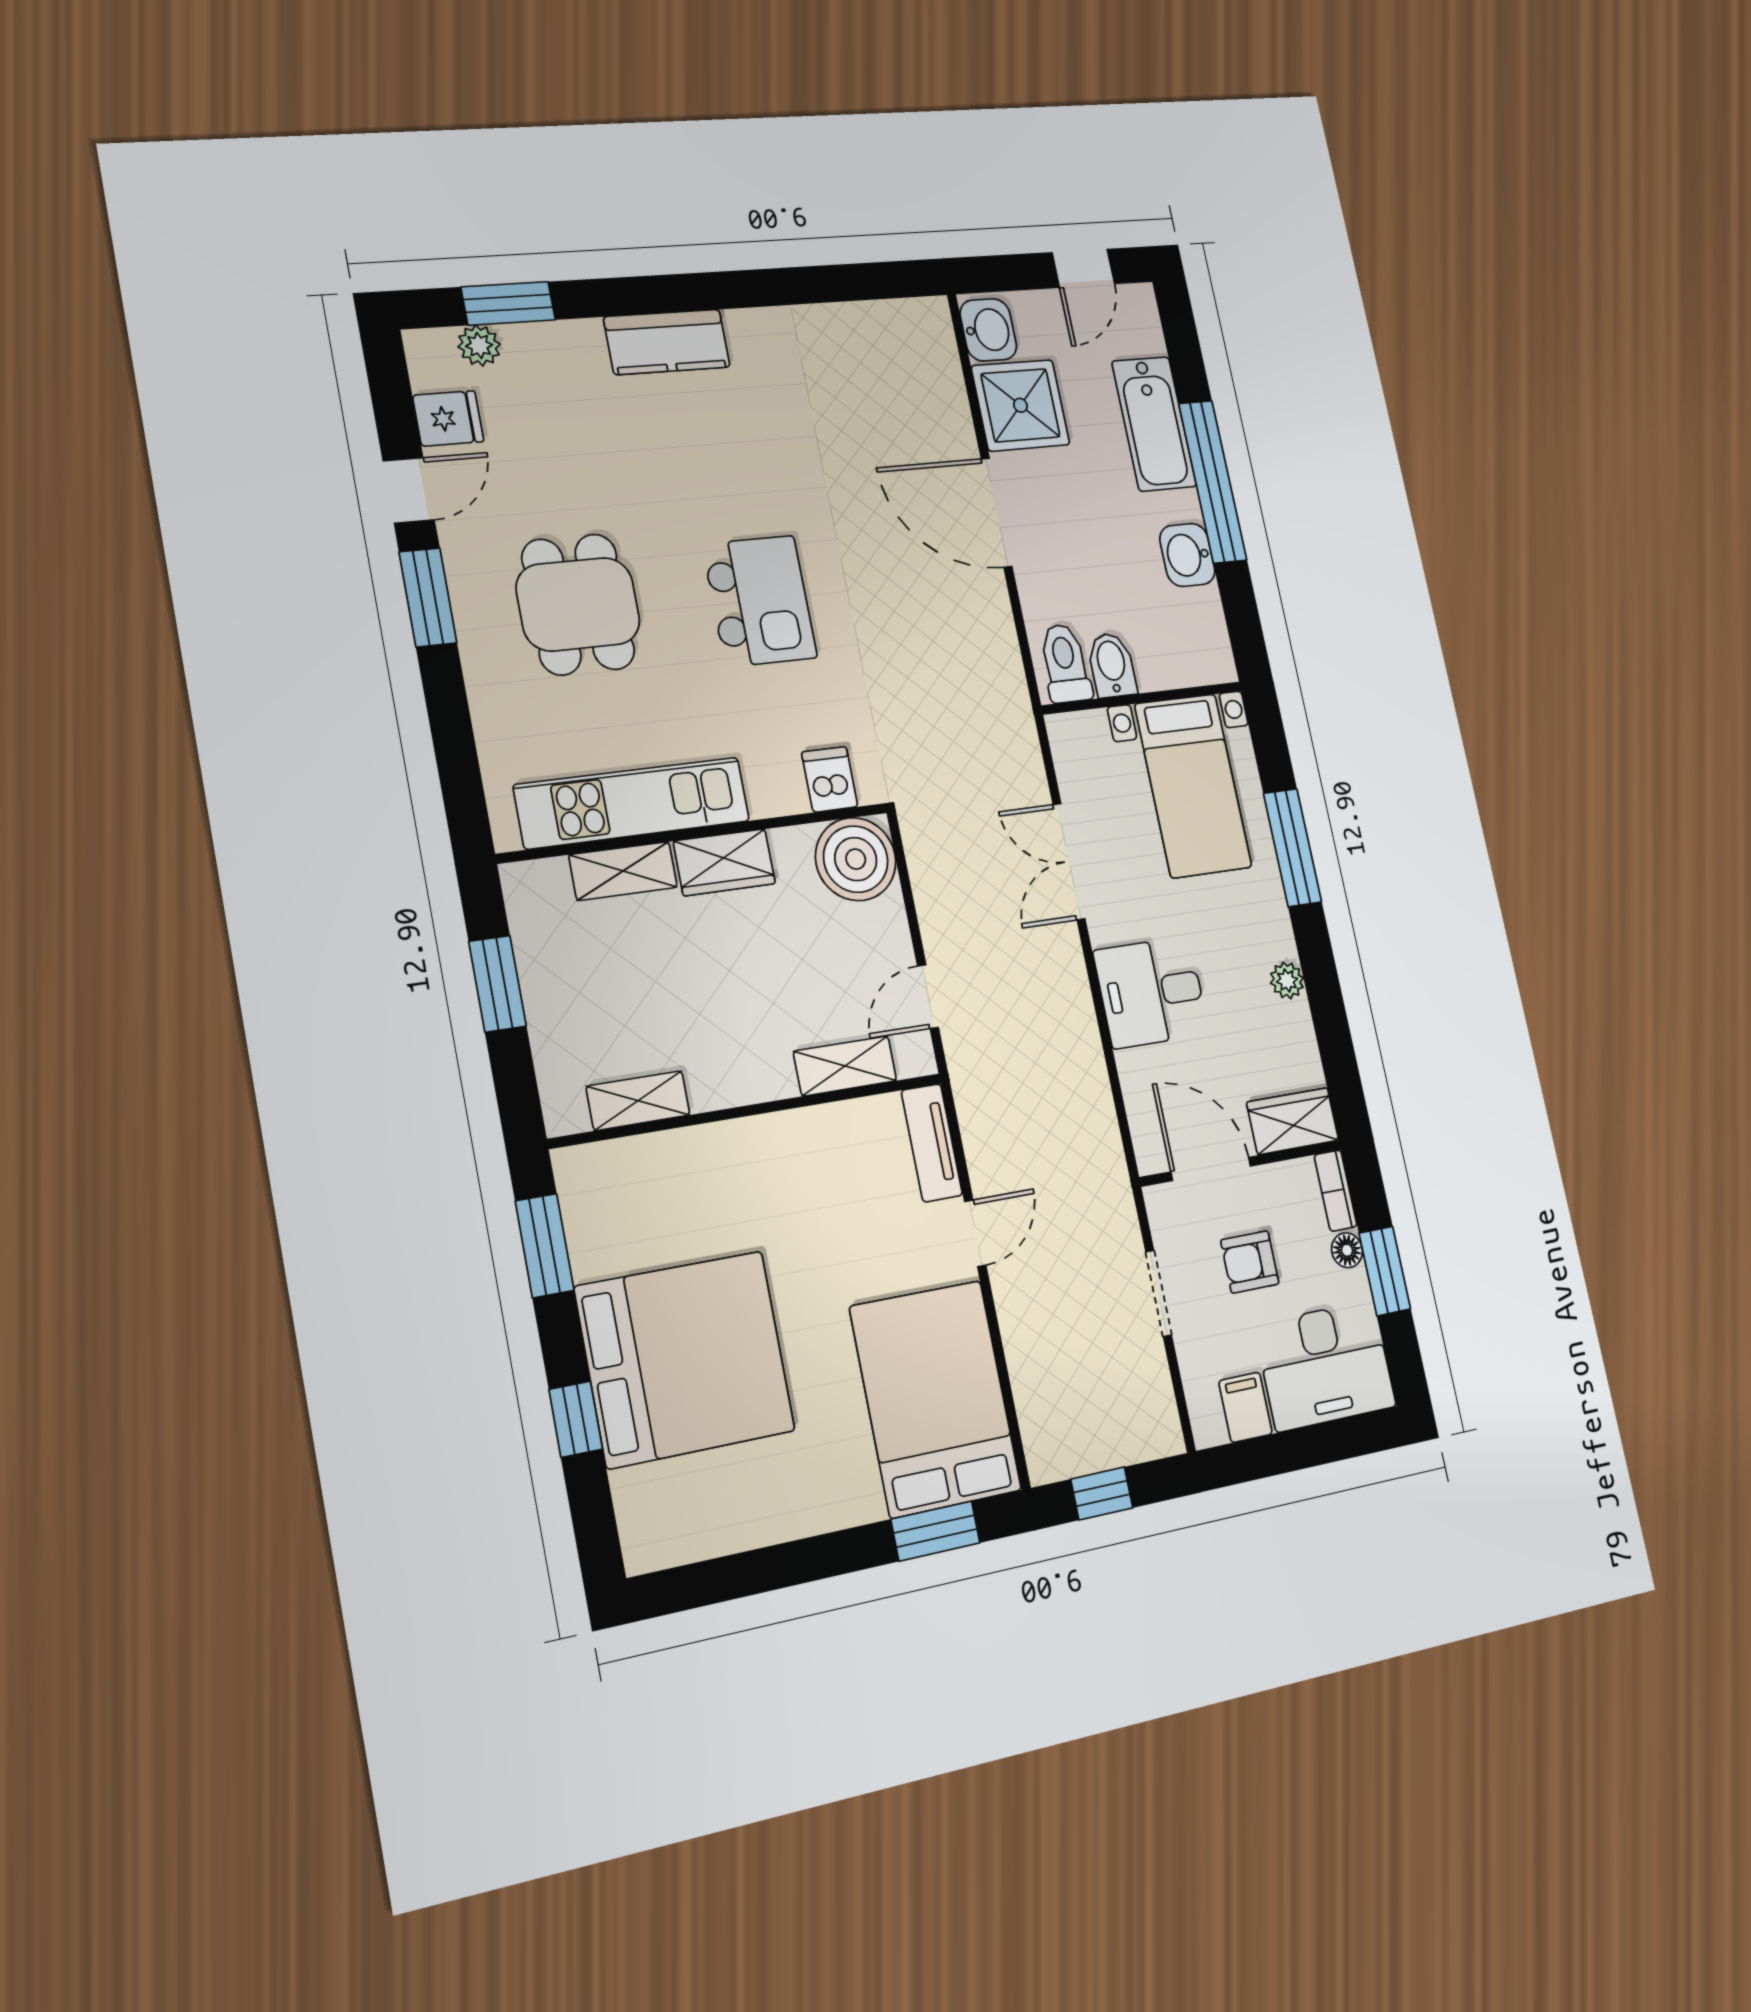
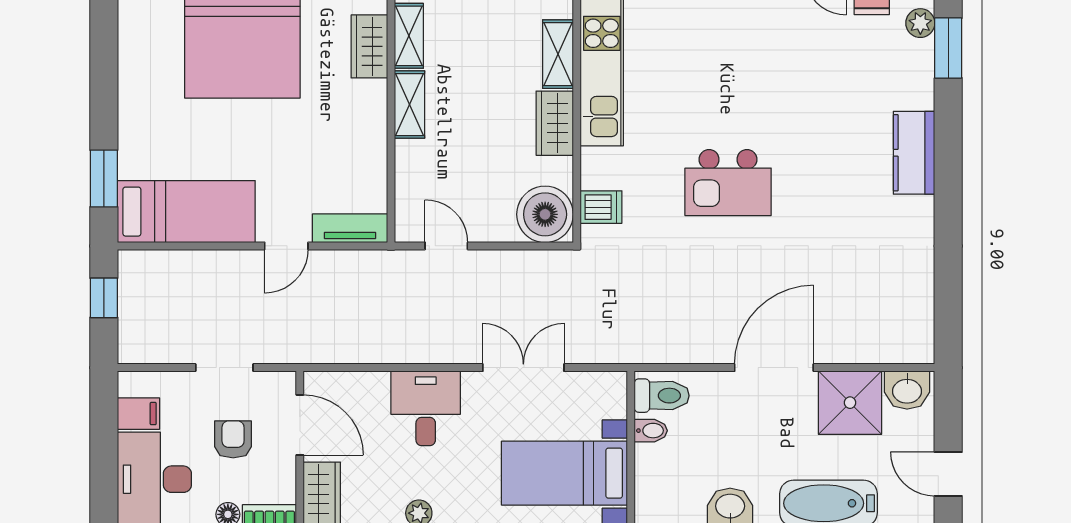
dining table: (578, 604) -> (738, 57), removed
bidet: (1112, 665) -> (651, 431), width x0.72, depth x0.74
shelving: (845, 1066) -> (409, 105), moved
wardrobe: (665, 1159) -> (369, 46), added
door: (1211, 1169) -> (300, 425), hinge flipped
door: (975, 1233) -> (286, 246), hinge flipped
bed: (936, 1398) -> (186, 212), width x0.67

